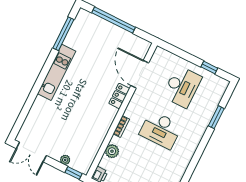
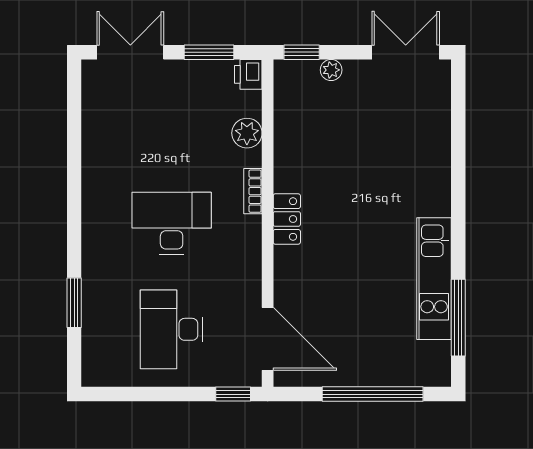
window: (209, 68) -> (233, 394), moved
kitchen unit: (57, 72) -> (434, 279), moved
door: (140, 74) -> (268, 339), moved
locker: (119, 96) -> (287, 219), moved

